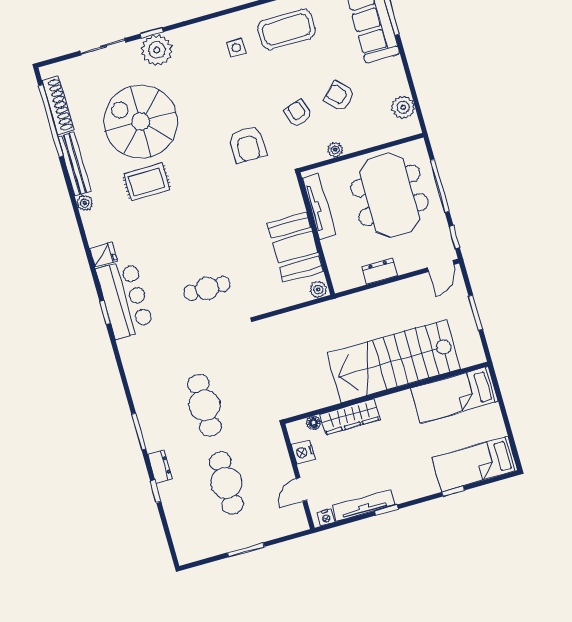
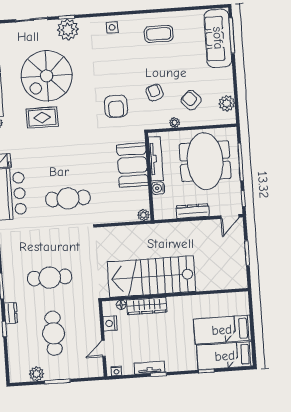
coffee table: (286, 29) -> (159, 34), width x0.73, depth x0.76
side table: (236, 48) -> (112, 27), moved
armchair: (339, 96) -> (191, 100), moved
spiral stairs: (141, 122) -> (47, 76), turned -90
booth: (295, 247) -> (132, 165), moved
water cooler: (331, 247) -> (158, 188), added
dresser: (380, 271) -> (193, 211), width x1.44
cafe table: (207, 288) -> (68, 198), width x1.37, depth x1.35
stairs: (394, 361) -> (151, 277), moved
bed: (454, 395) -> (222, 330), moved
cafe table: (204, 405) -> (50, 278), turned 90
tv unit: (363, 505) -> (150, 368), width x0.71
plant: (214, 545) -> (37, 374), added

